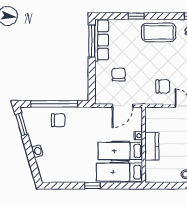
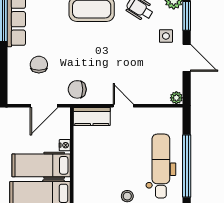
chair: (163, 86) -> (77, 89), moved, turned 180
kitchen counter: (152, 146) -> (92, 116), moved, turned 90

